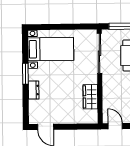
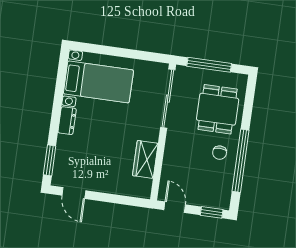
window: (25, 74) -> (50, 160), moved
dresser: (34, 90) -> (67, 121), moved

